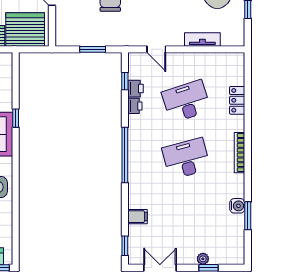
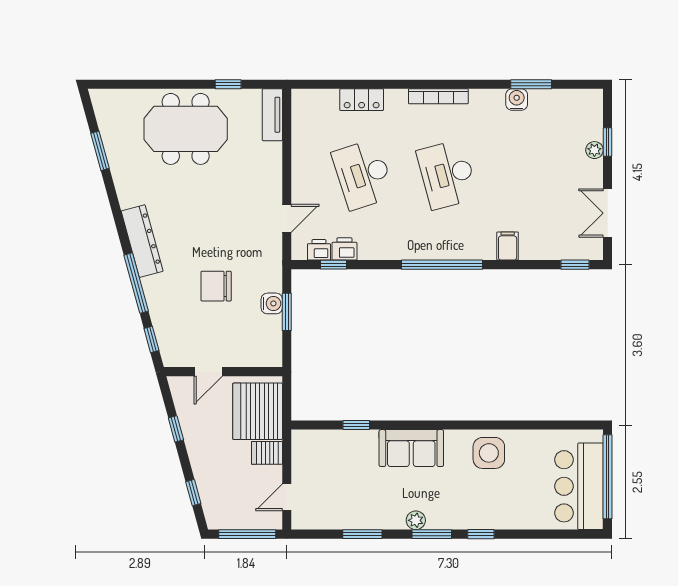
water cooler: (98, 39) -> (272, 303), added
tv unit: (202, 39) -> (272, 115), moved
printer: (135, 106) -> (319, 250), moved
window: (16, 118) -> (356, 425), moved
filing cabinet: (138, 217) -> (508, 246), moved

